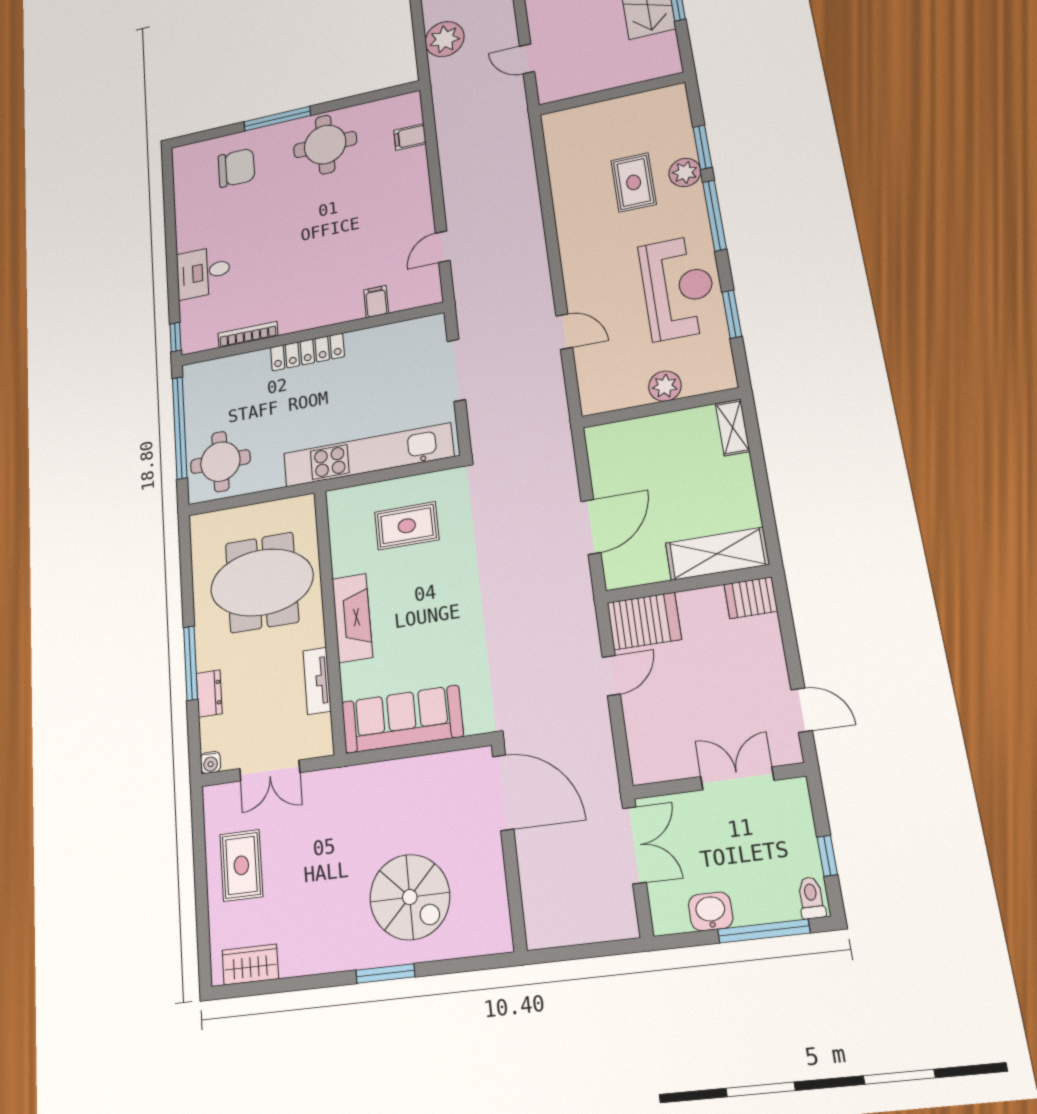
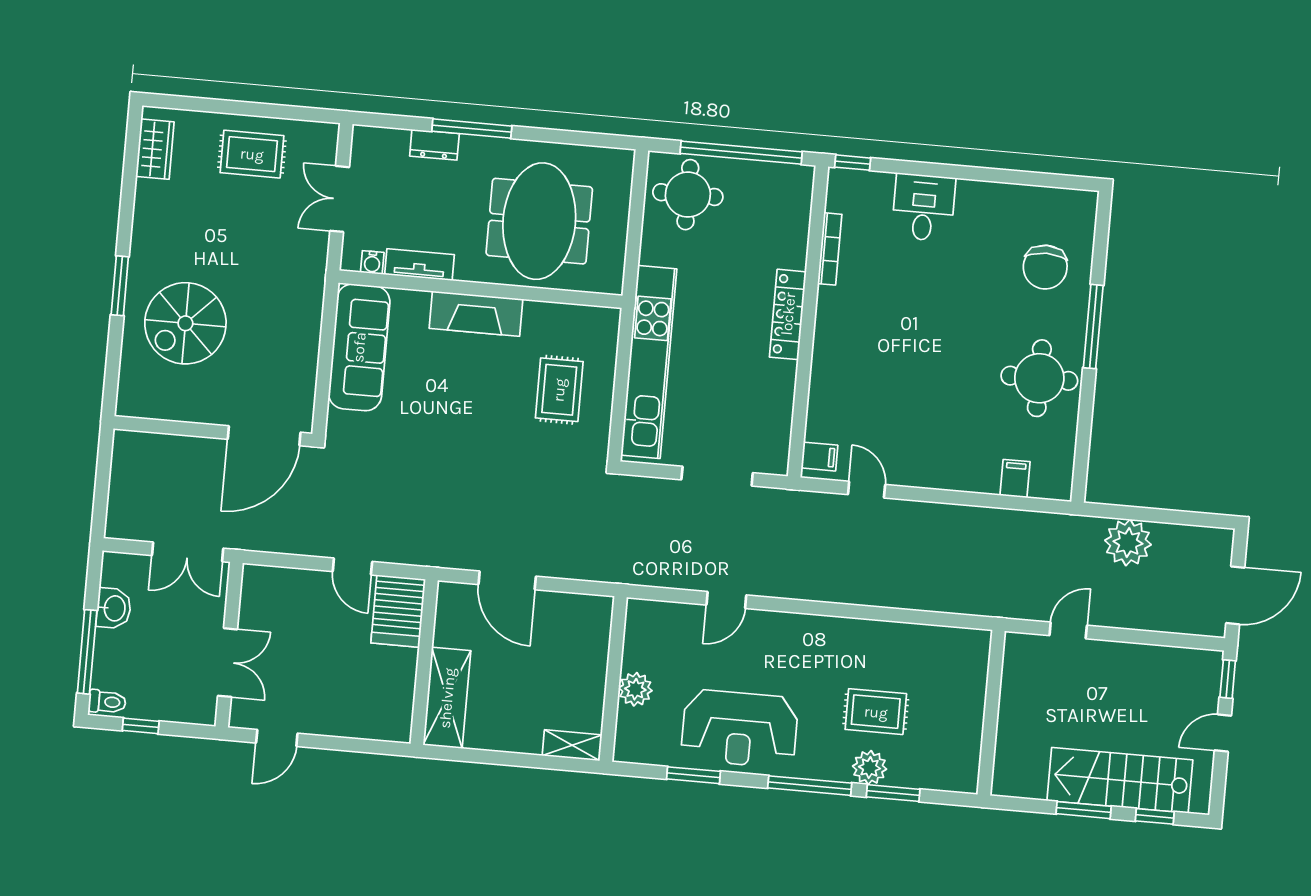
filing cabinet: (376, 302) -> (819, 457), moved
server rack: (751, 598) -> (395, 719), removed
water cooler: (210, 762) -> (372, 262), moved, turned -90

